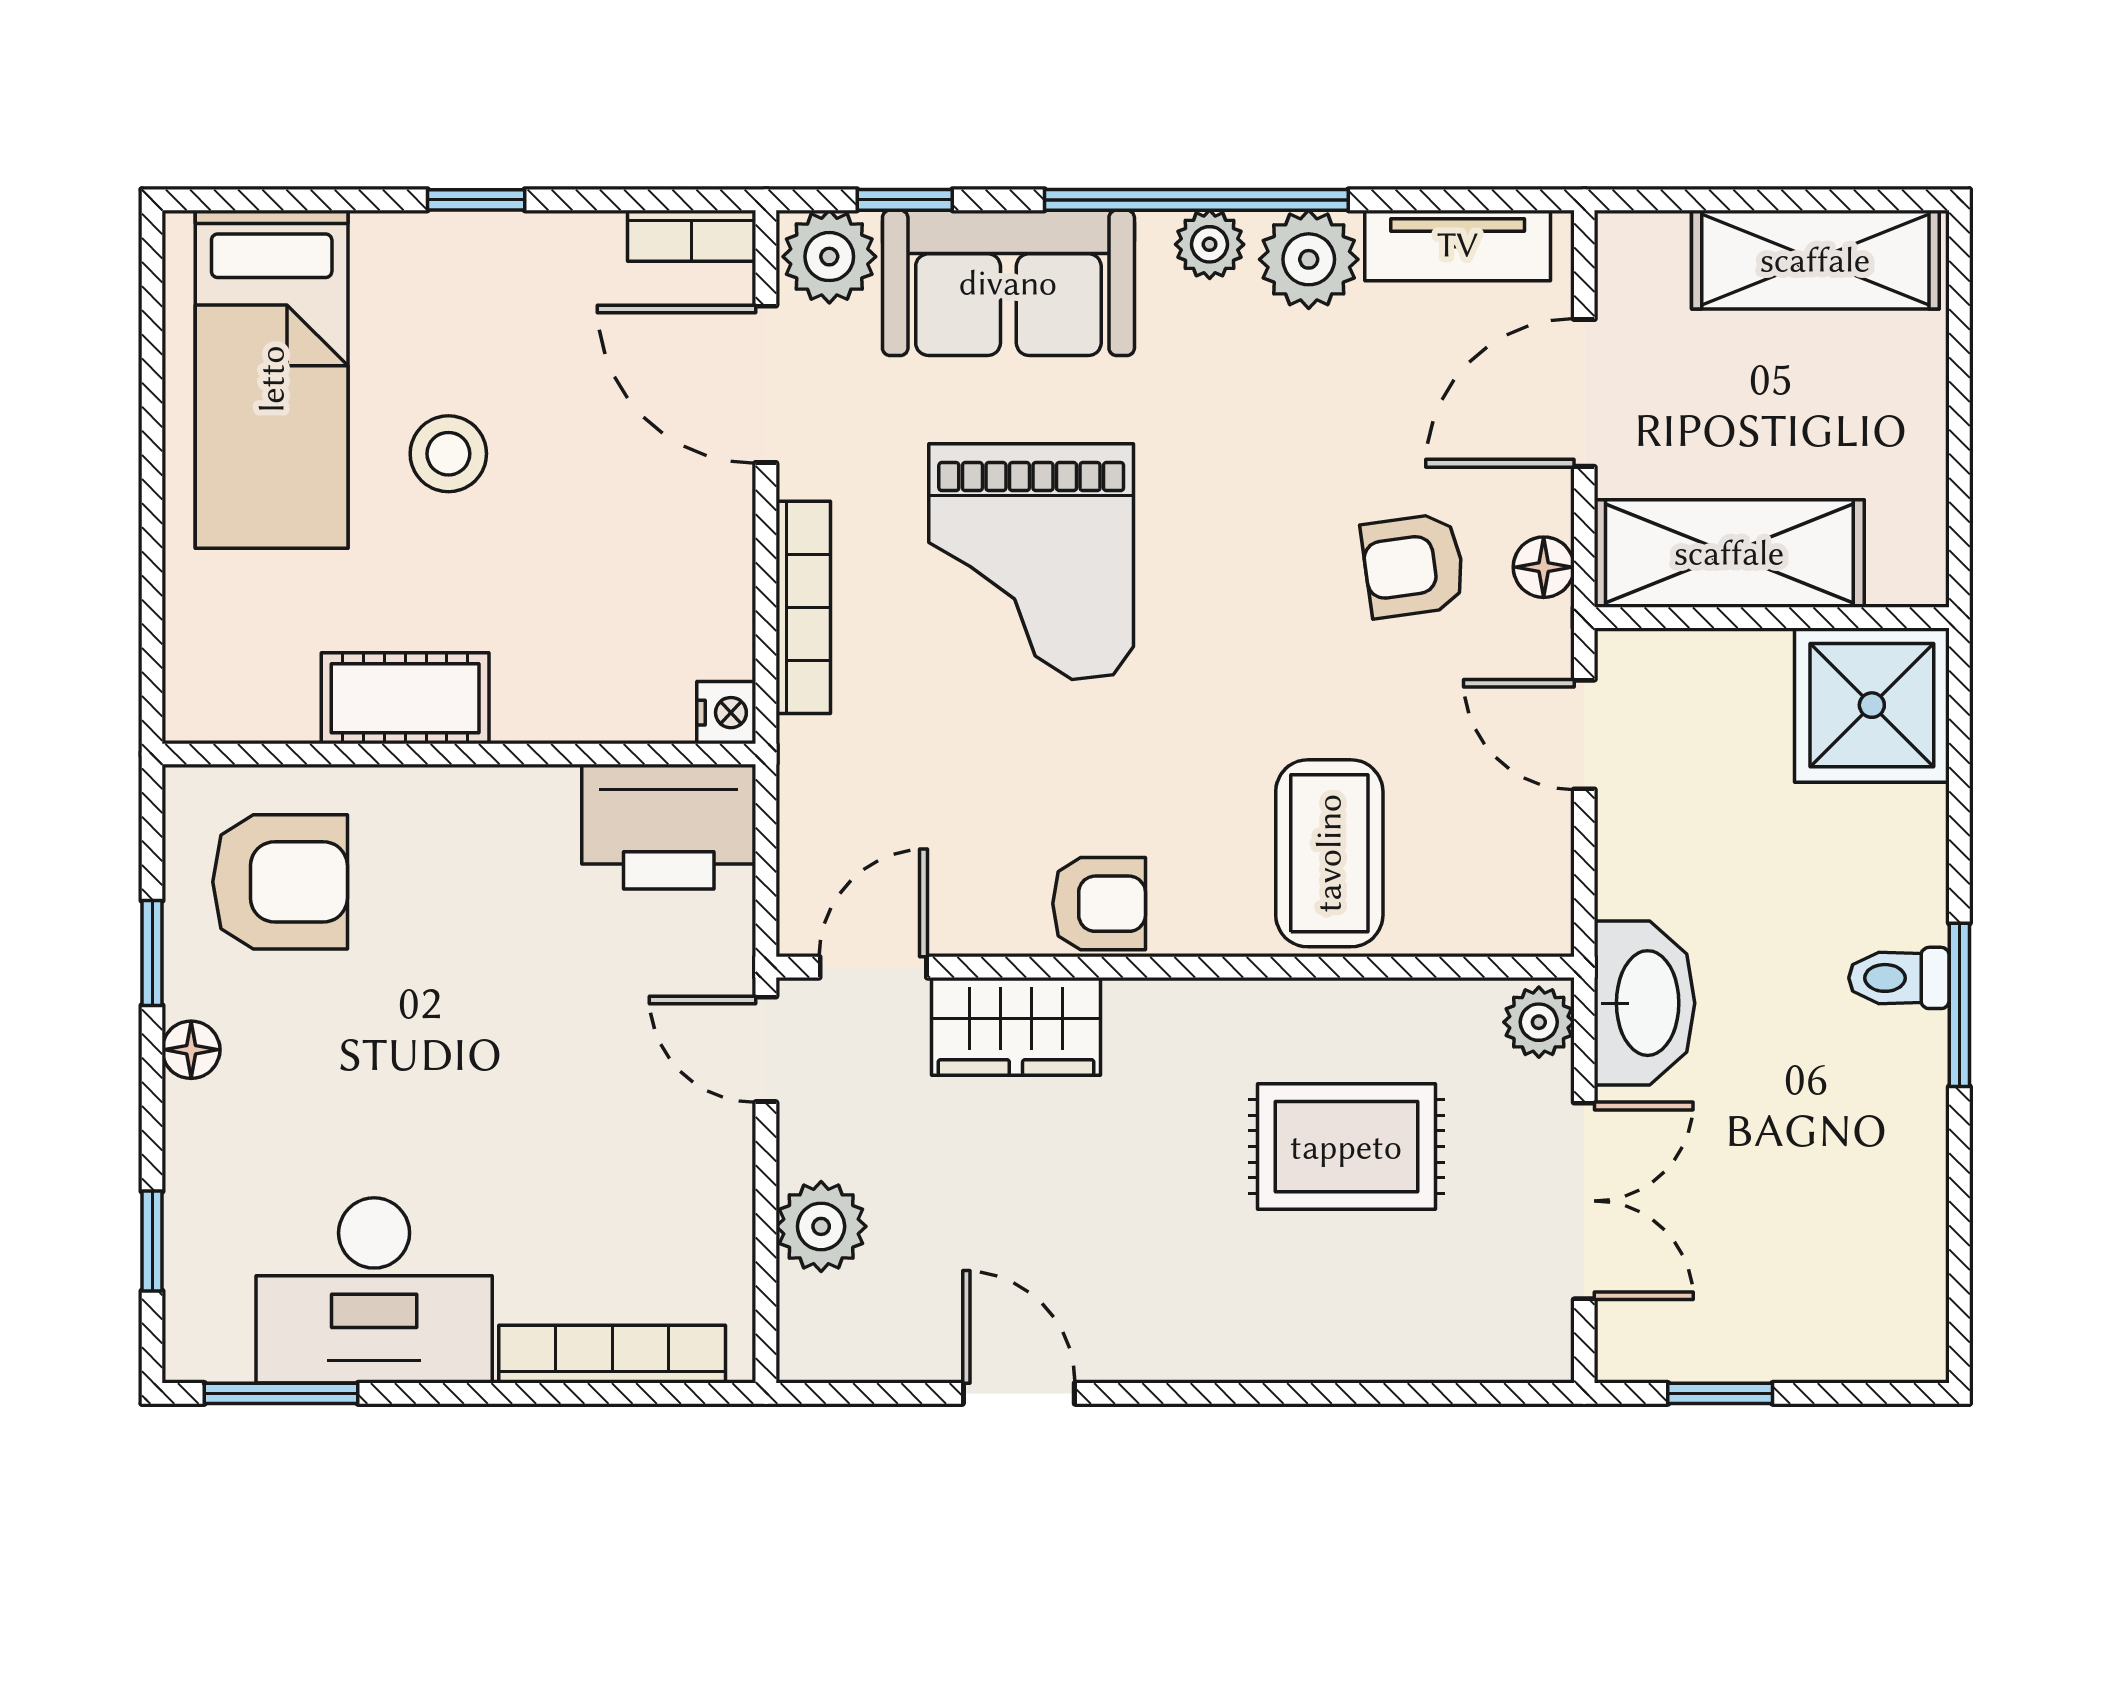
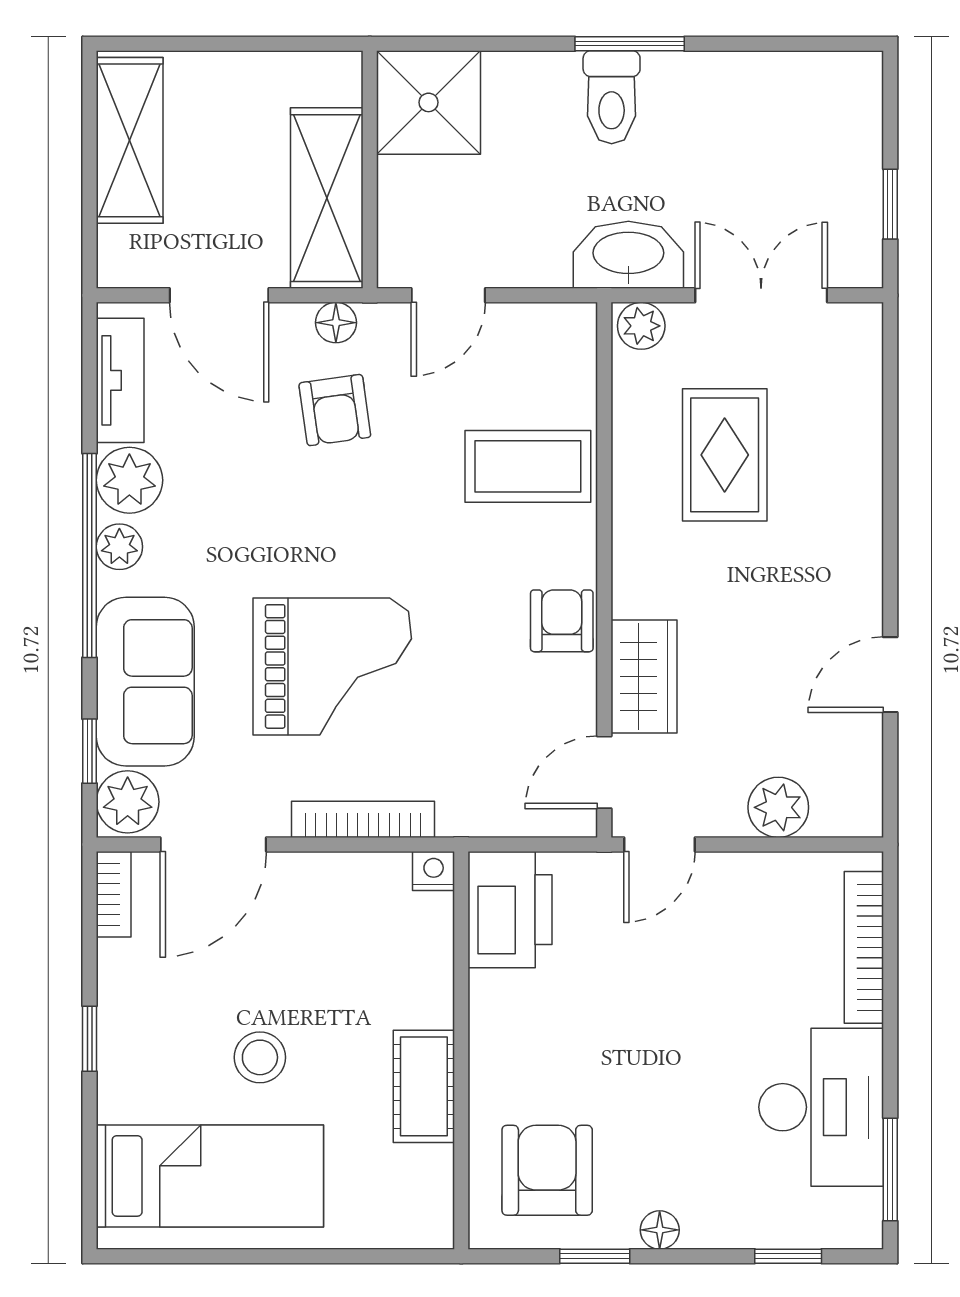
door: (873, 967) -> (604, 772), hinge flipped
toilet: (1899, 978) -> (612, 97), width x1.37, depth x1.39

